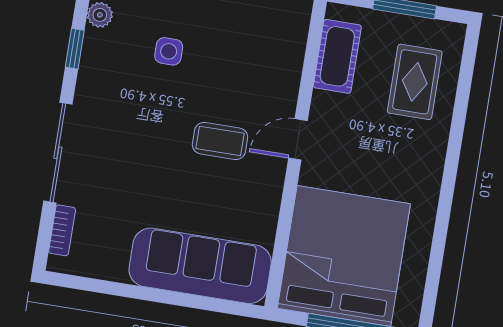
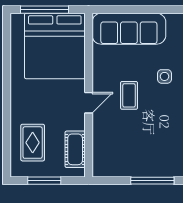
side table: (169, 51) -> (164, 76), moved
coffee table: (220, 141) -> (129, 95), turned 90

